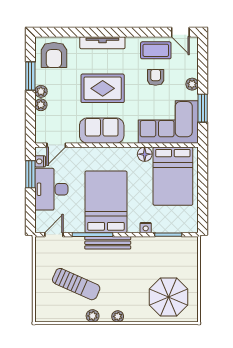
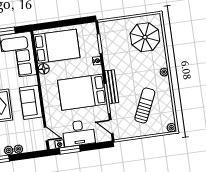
plant: (93, 316) -> (171, 128), moved

